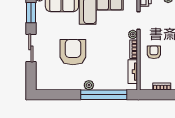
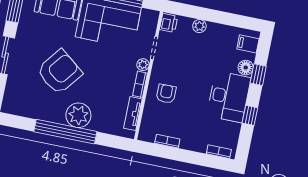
armchair: (73, 52) -> (59, 72), turned 38
plant: (89, 85) -> (78, 115), width x1.87, depth x1.87
window: (104, 95) -> (65, 132), moved

